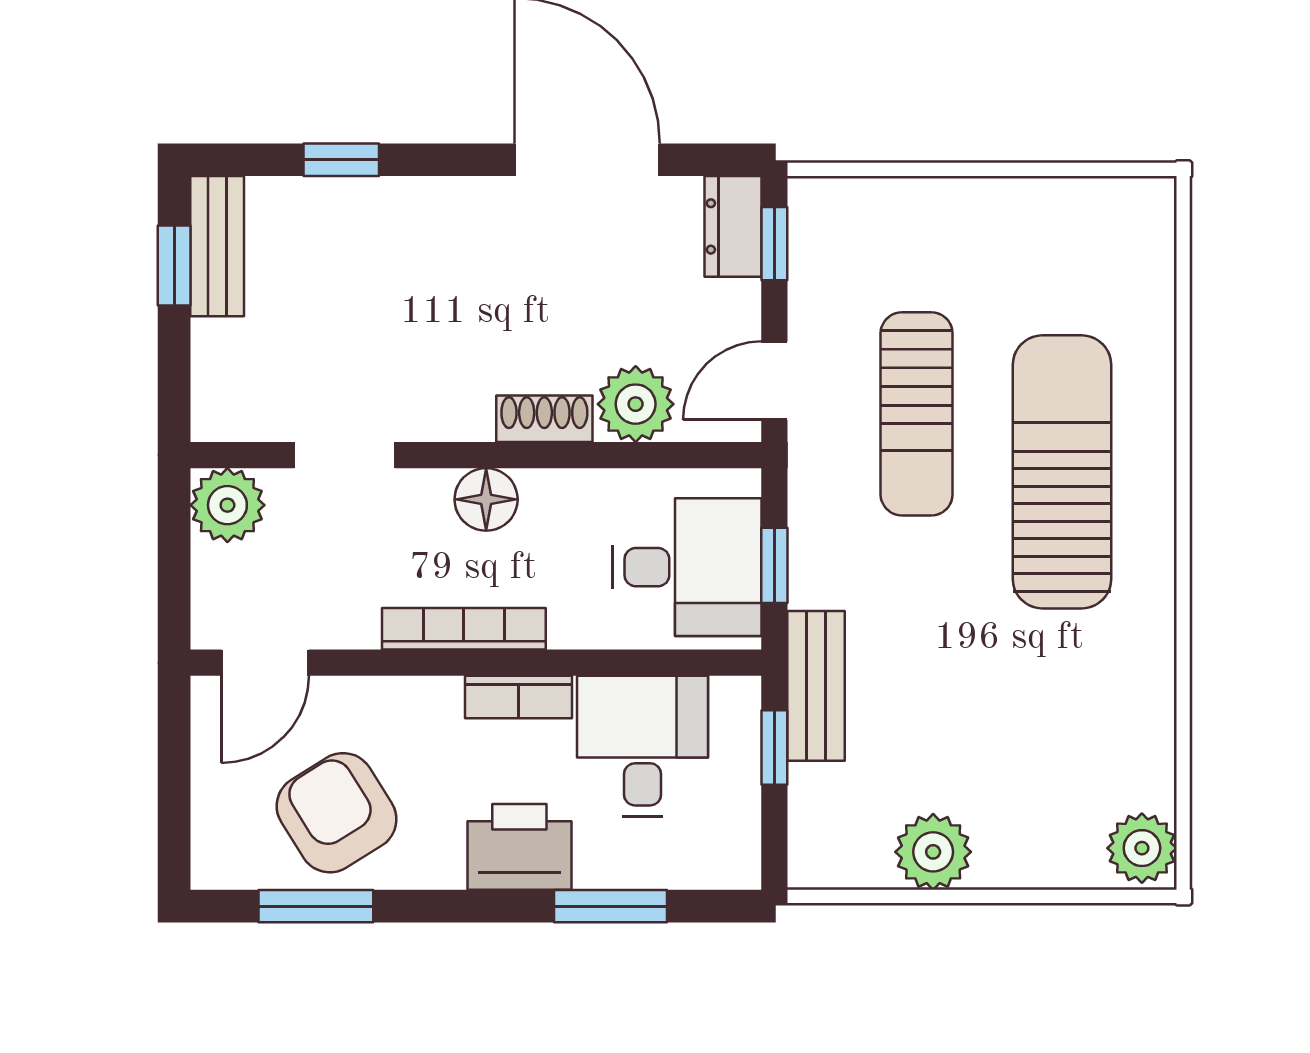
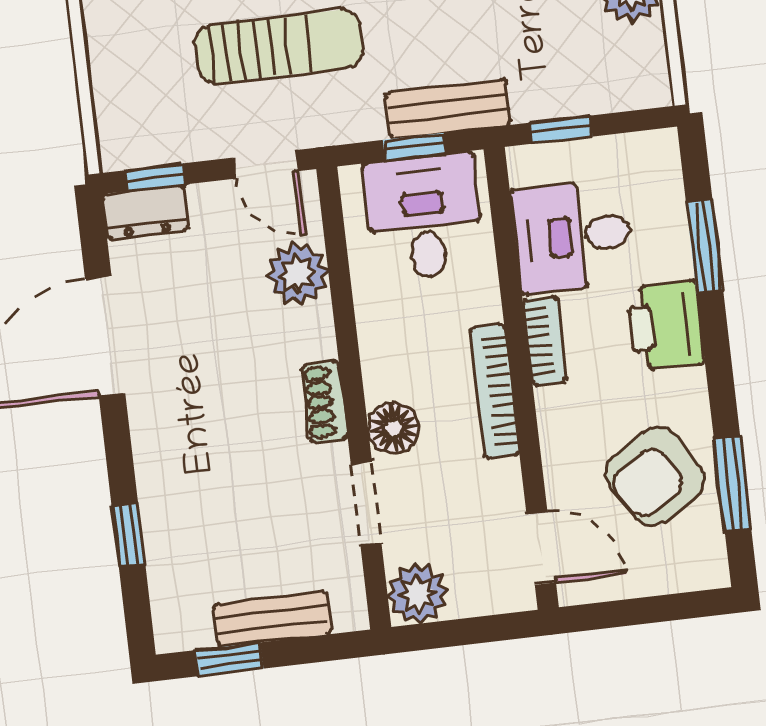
bench: (217, 246) -> (272, 619), moved
shoe rack: (544, 419) -> (324, 402), moved
floor lamp: (486, 499) -> (394, 428), moved
bench: (816, 686) -> (448, 109), moved

